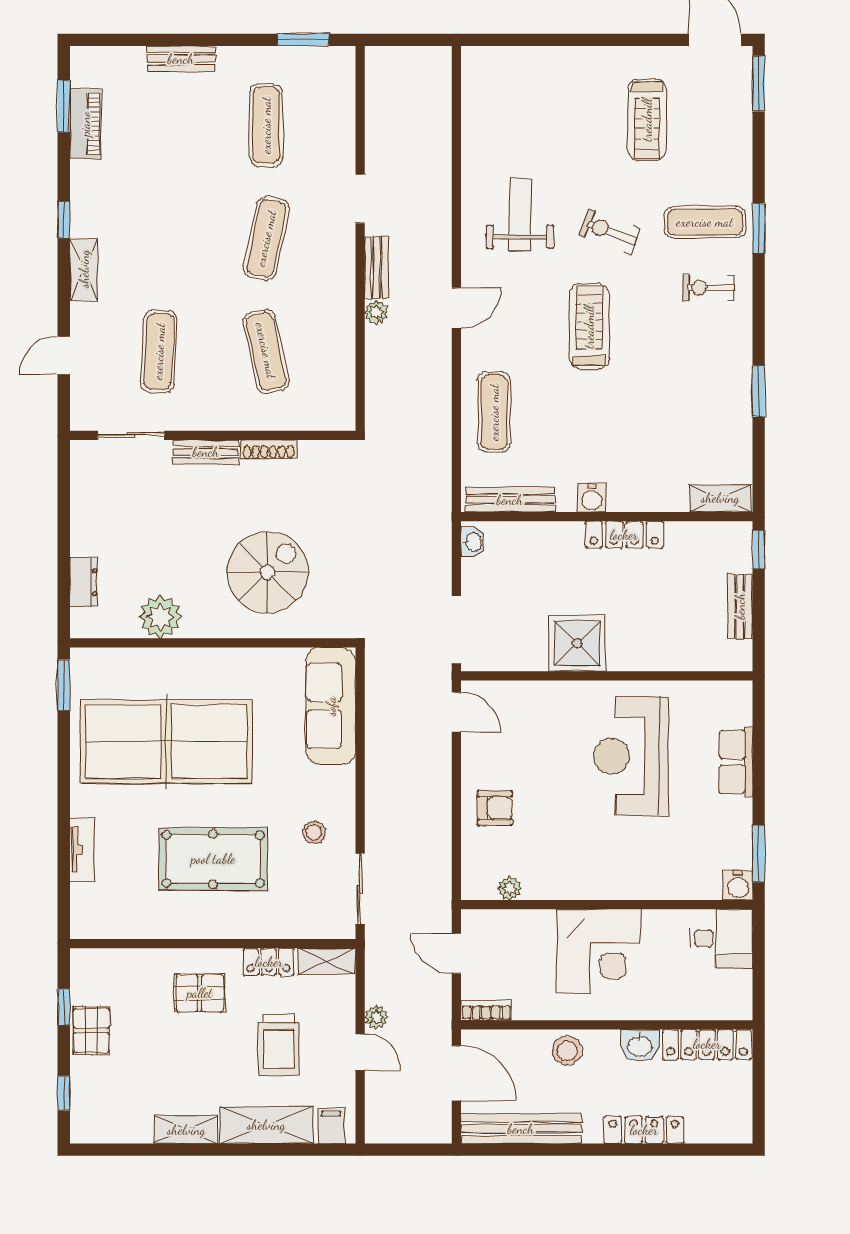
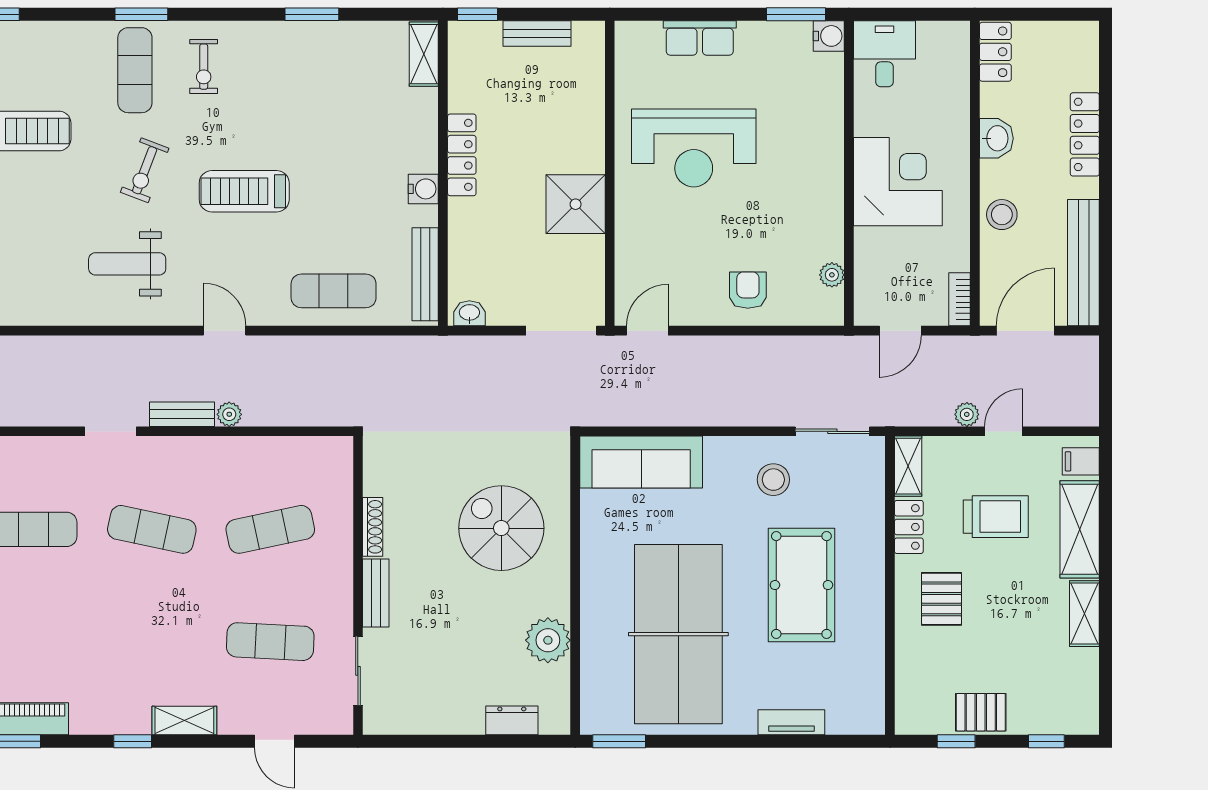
stool: (314, 832) -> (773, 480), width x1.37, depth x1.37
locker: (707, 1044) -> (995, 52), width x0.66

